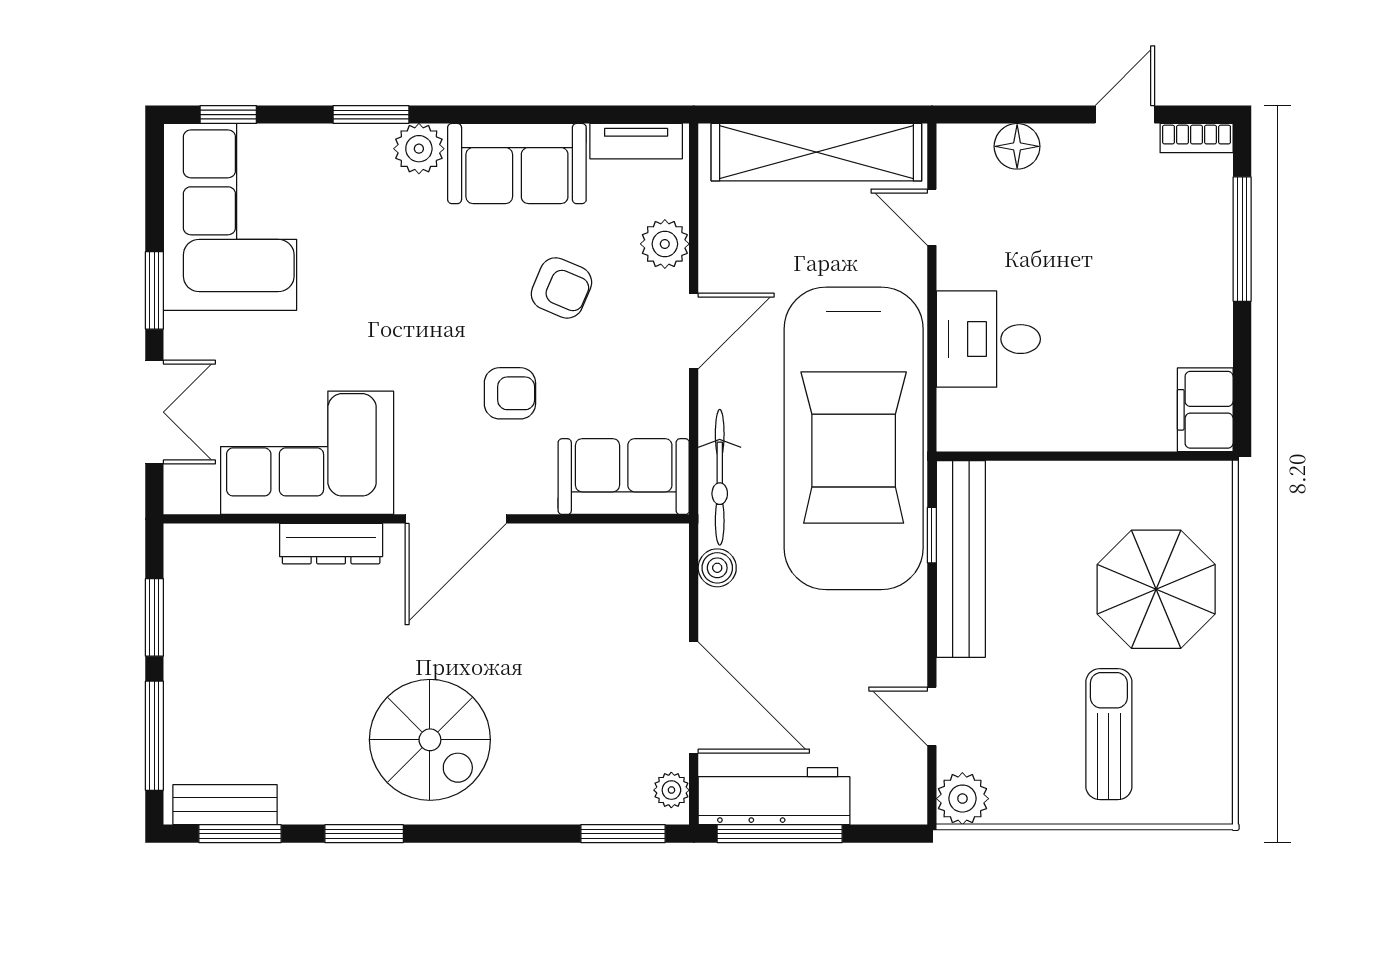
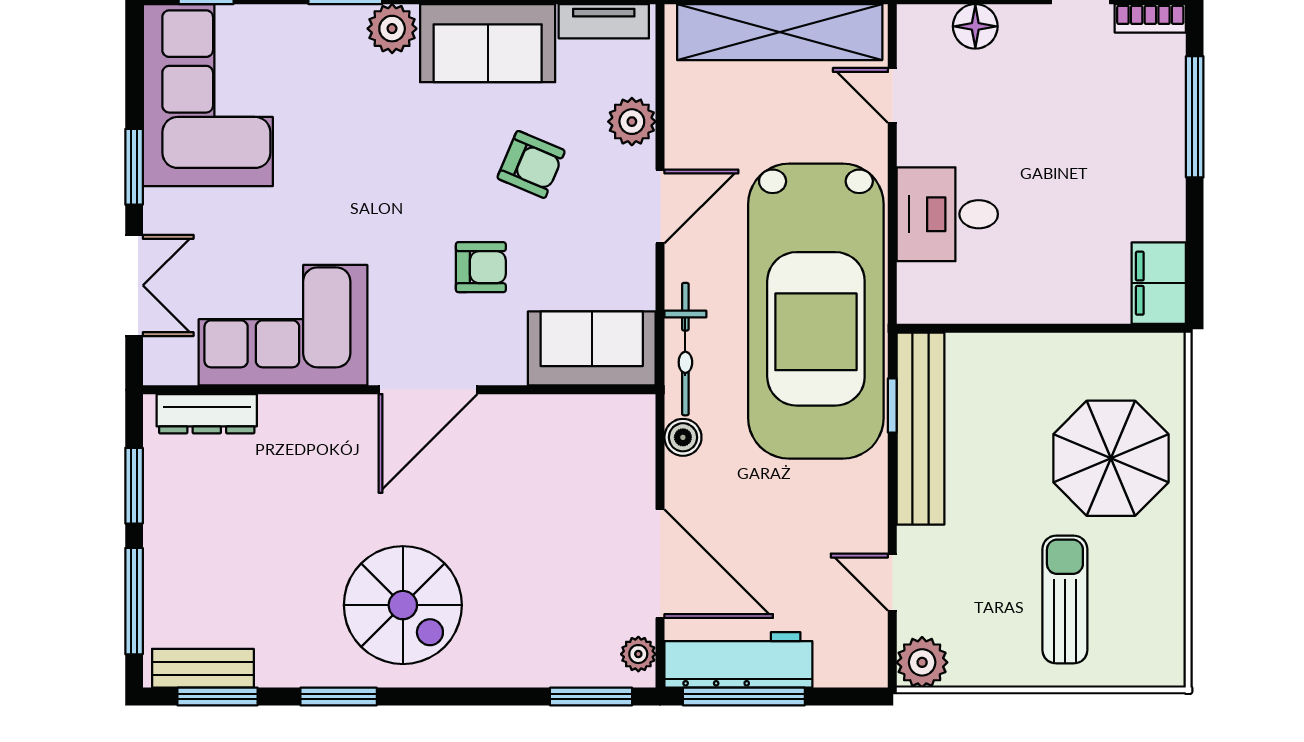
dresser: (331, 544) -> (207, 414), moved

